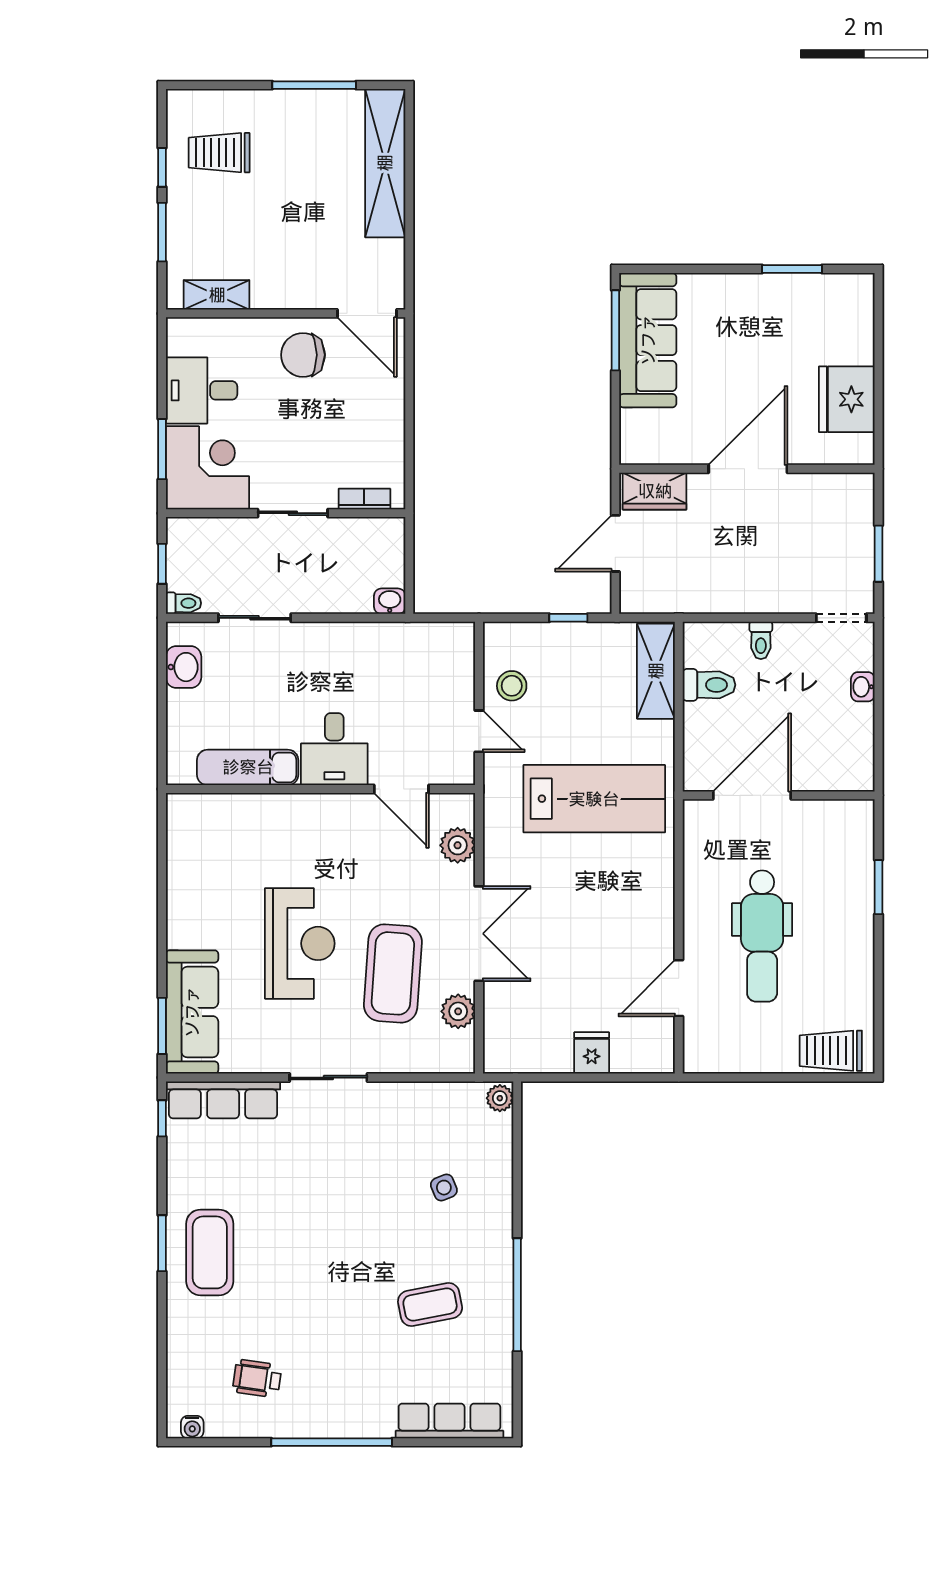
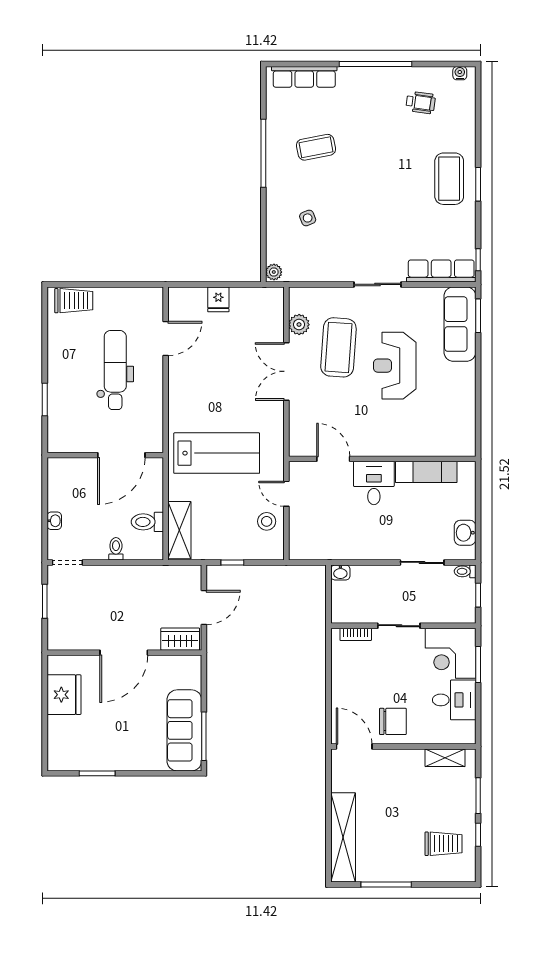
lab bench: (594, 799) -> (217, 453), turned 180
plant: (458, 845) -> (299, 425), removed

